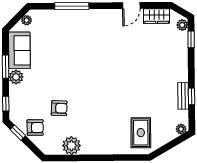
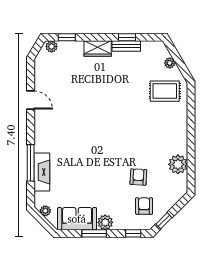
wardrobe: (157, 16) -> (98, 49), moved, turned 90
fireplace: (63, 17) -> (42, 172), added
armchair: (35, 128) -> (144, 206), moved
plant: (181, 129) -> (170, 63), moved

